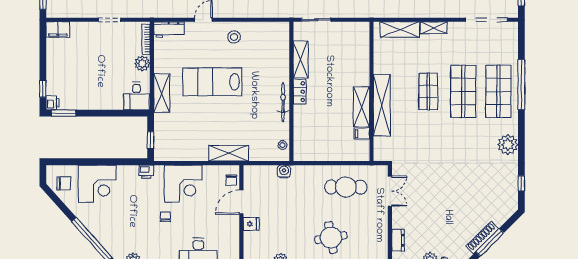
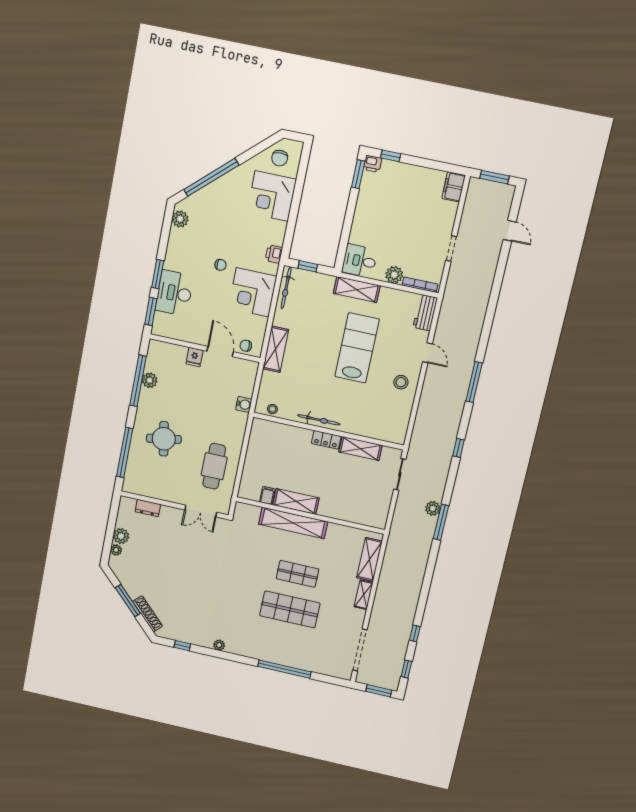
shop shelf: (498, 91) -> (282, 645), removed
plant: (508, 145) -> (219, 645), width x0.53, depth x0.53
bicycle: (173, 155) -> (286, 288), added
shoe rack: (482, 238) -> (148, 614), moved

